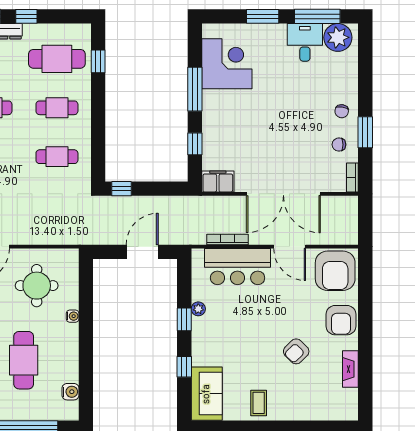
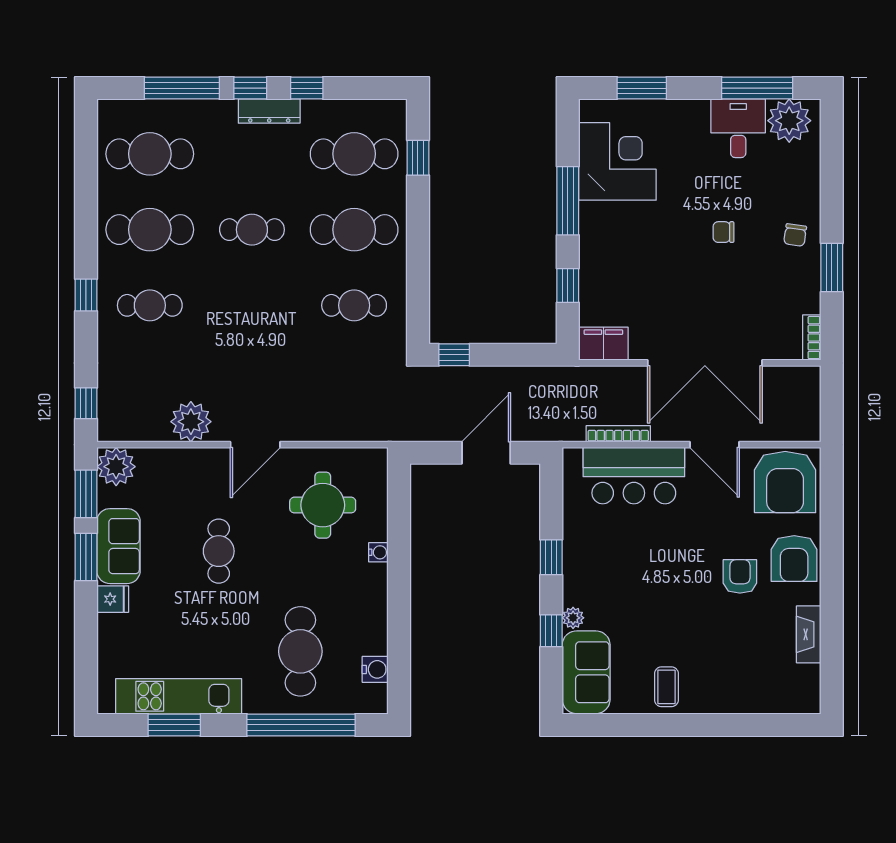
window: (263, 16) -> (642, 88), moved
cafe table: (57, 108) -> (354, 230), width x1.37, depth x1.35
chair: (339, 145) -> (724, 232), moved
plant: (198, 309) -> (573, 618), moved
armchair: (296, 351) -> (740, 576), moved, turned 135
cafe table: (24, 360) -> (300, 651), moved

